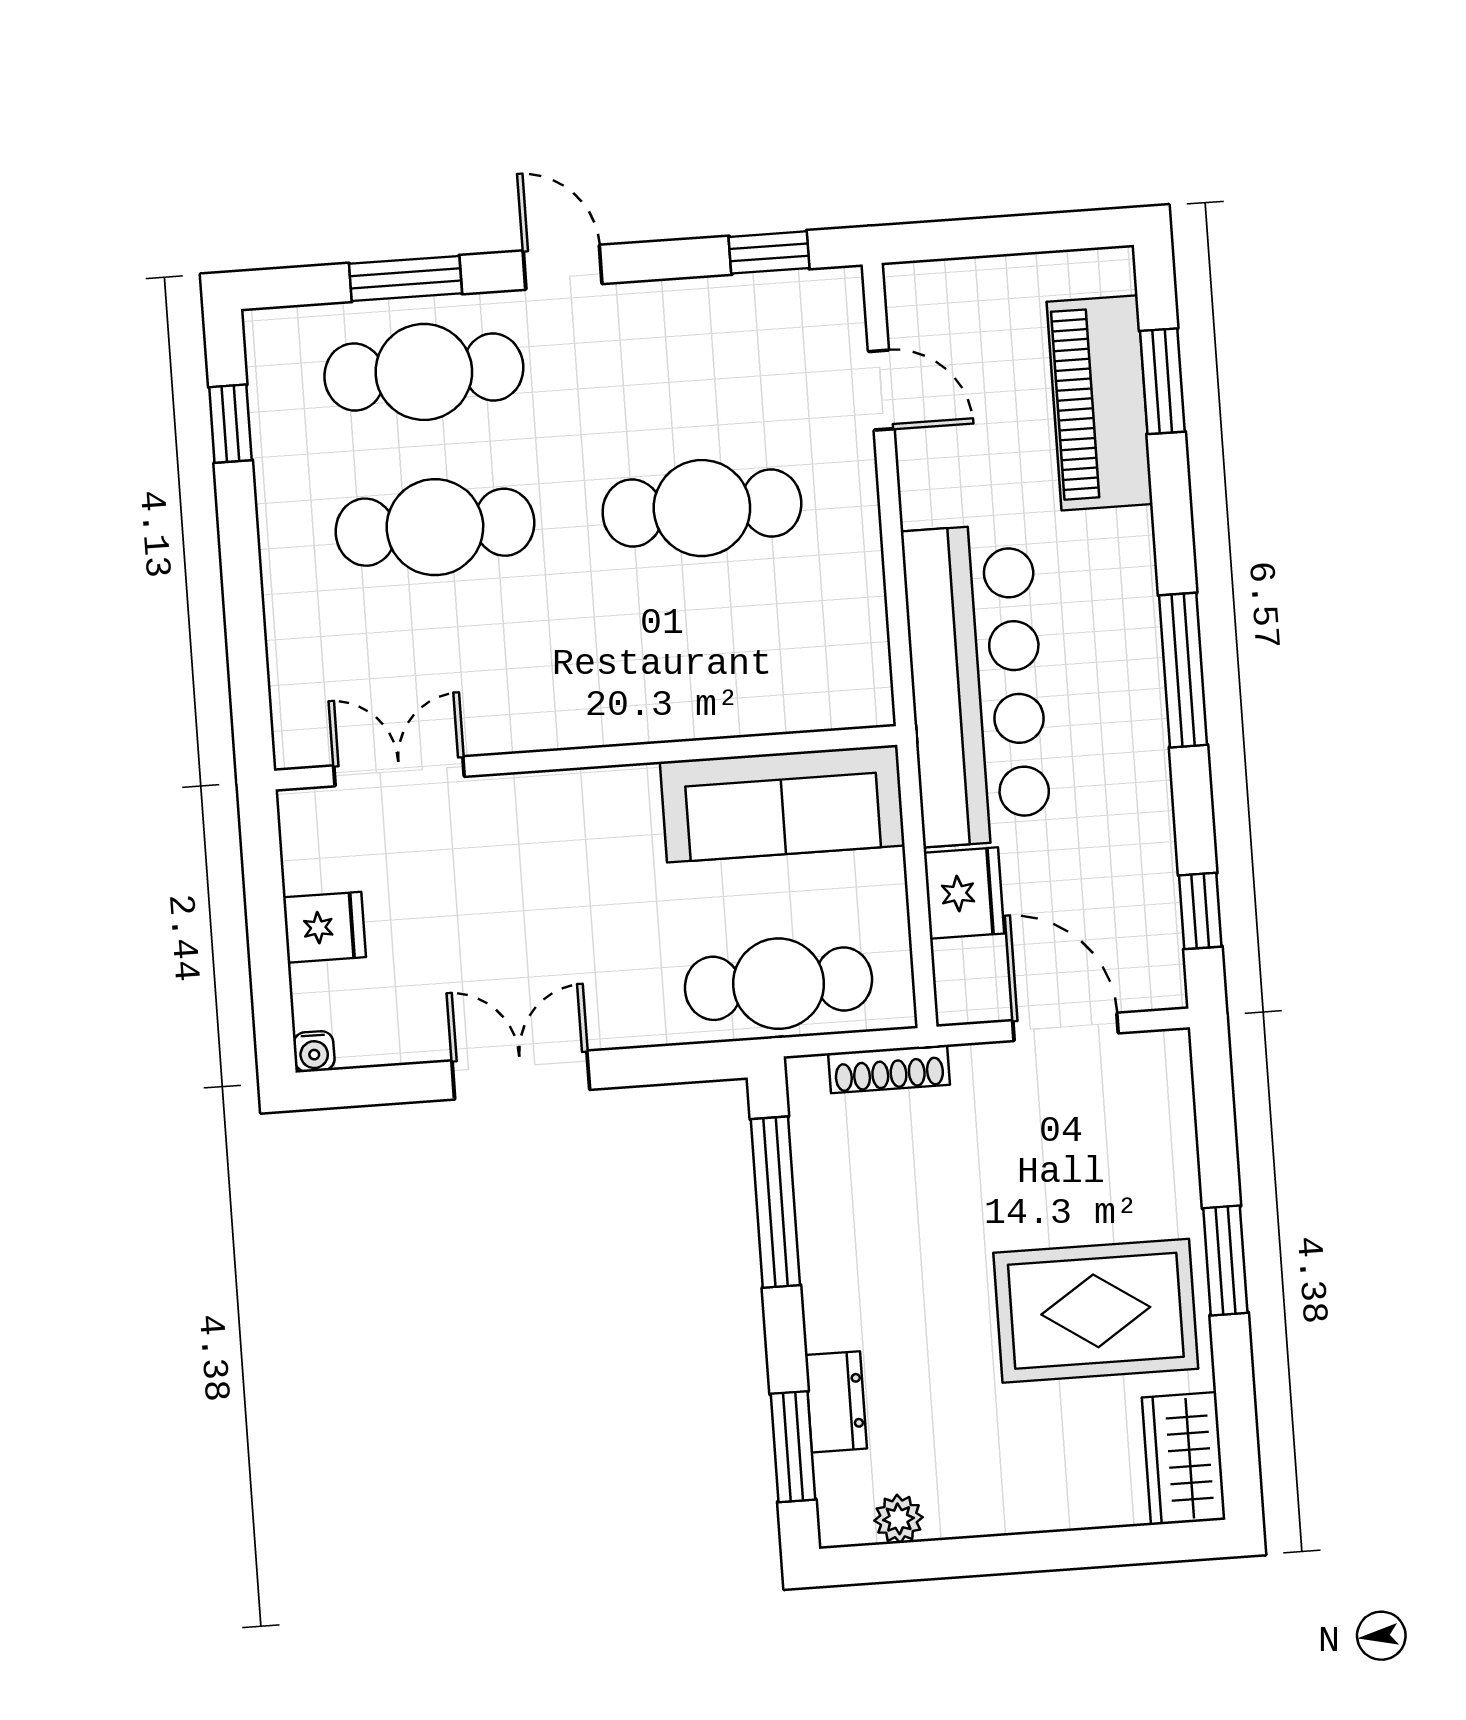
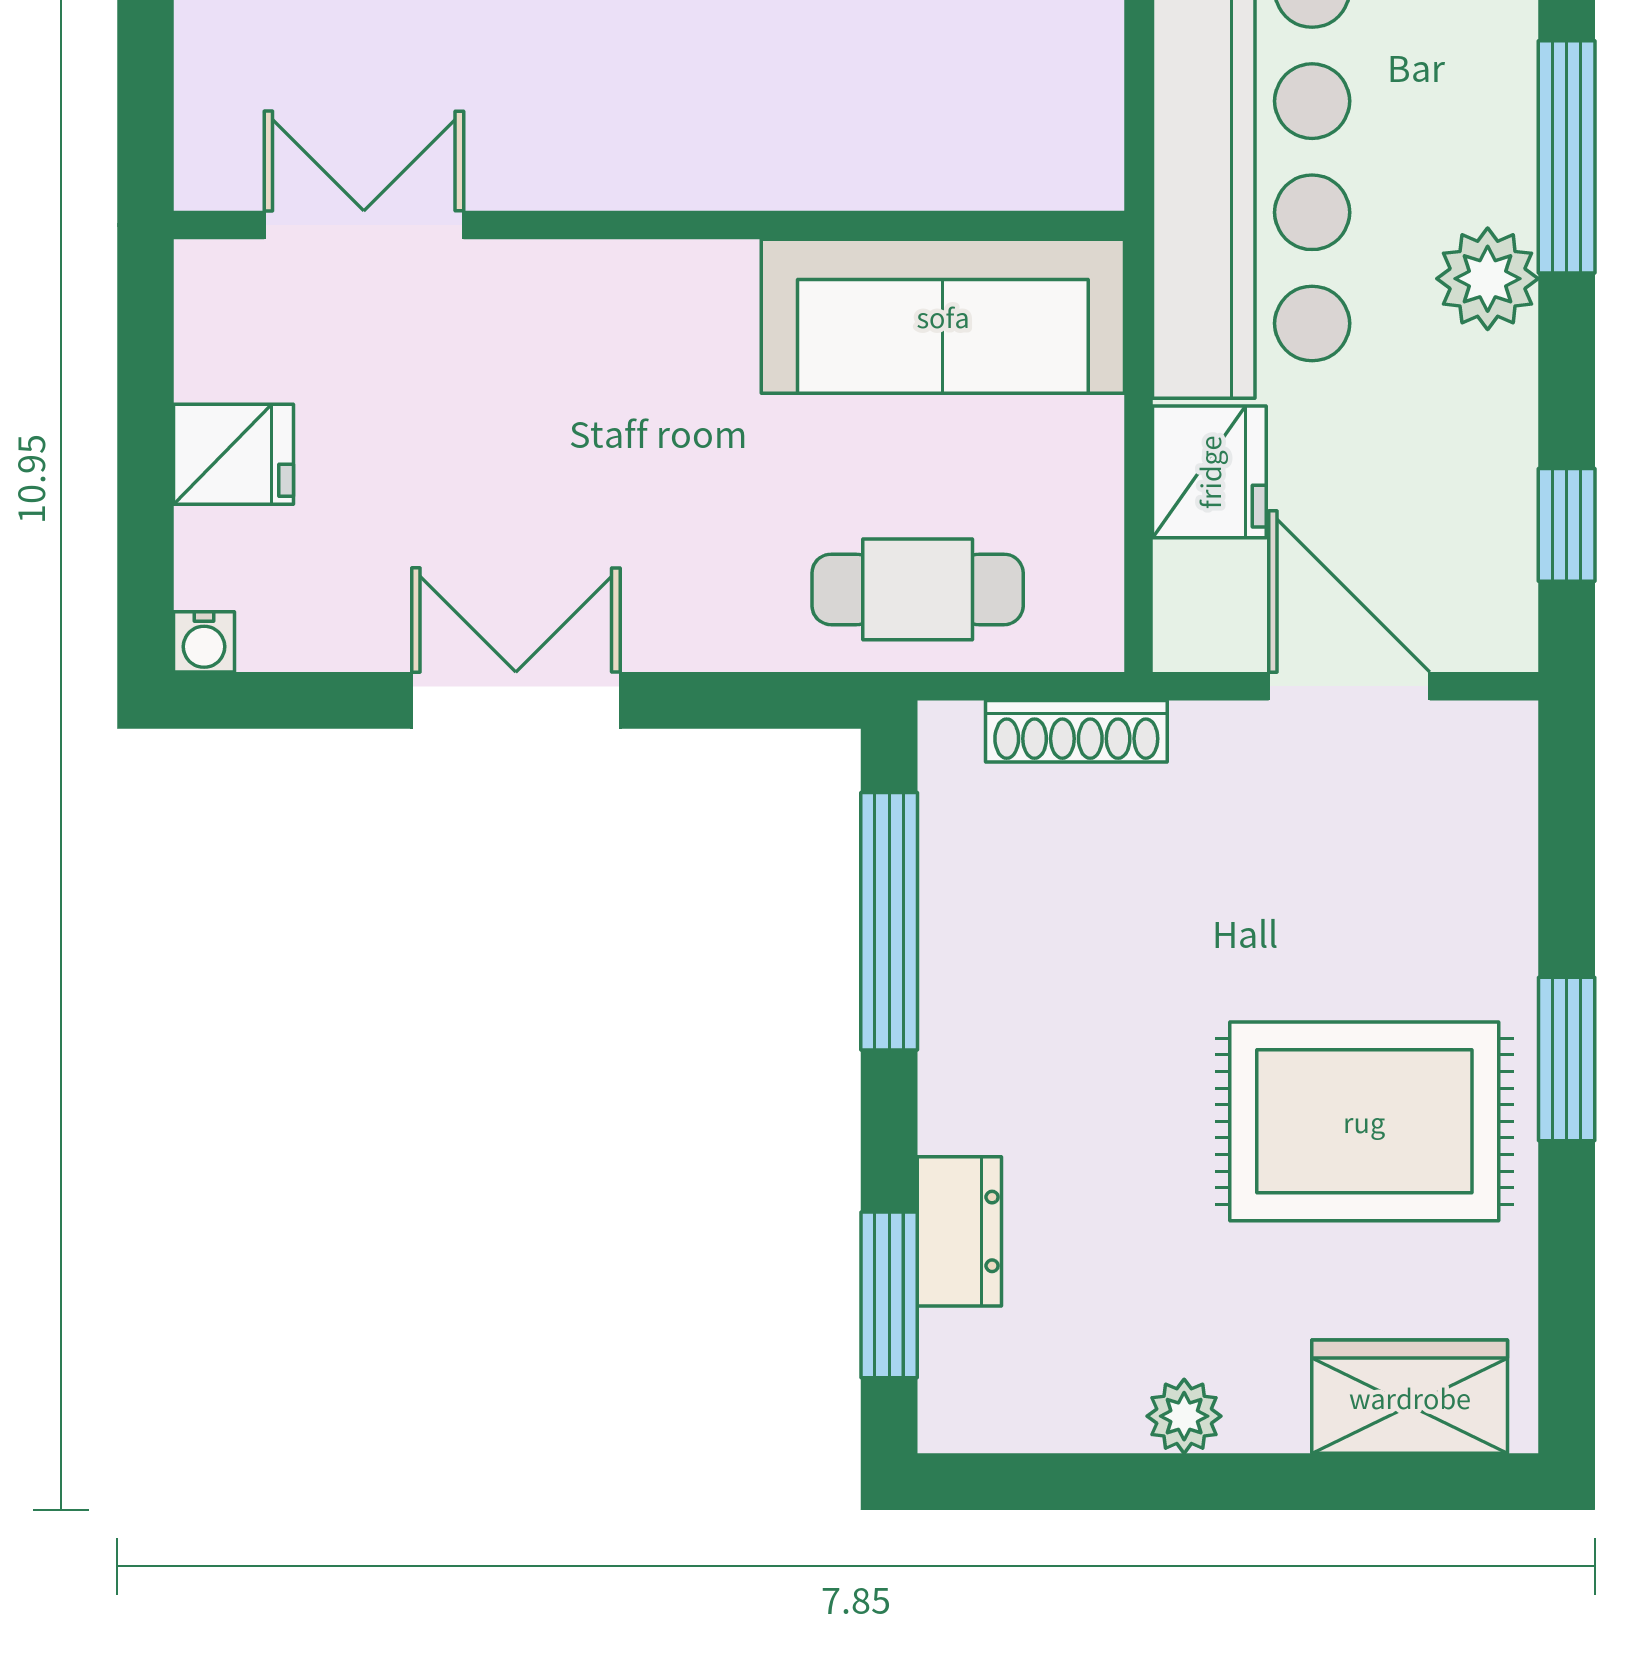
plant: (1137, 754) -> (1488, 279), added
cafe table: (779, 984) -> (918, 589), width x0.73, depth x0.74
wardrobe: (1184, 1459) -> (1410, 1397), moved, turned 90
plant: (899, 1519) -> (1184, 1416), moved

